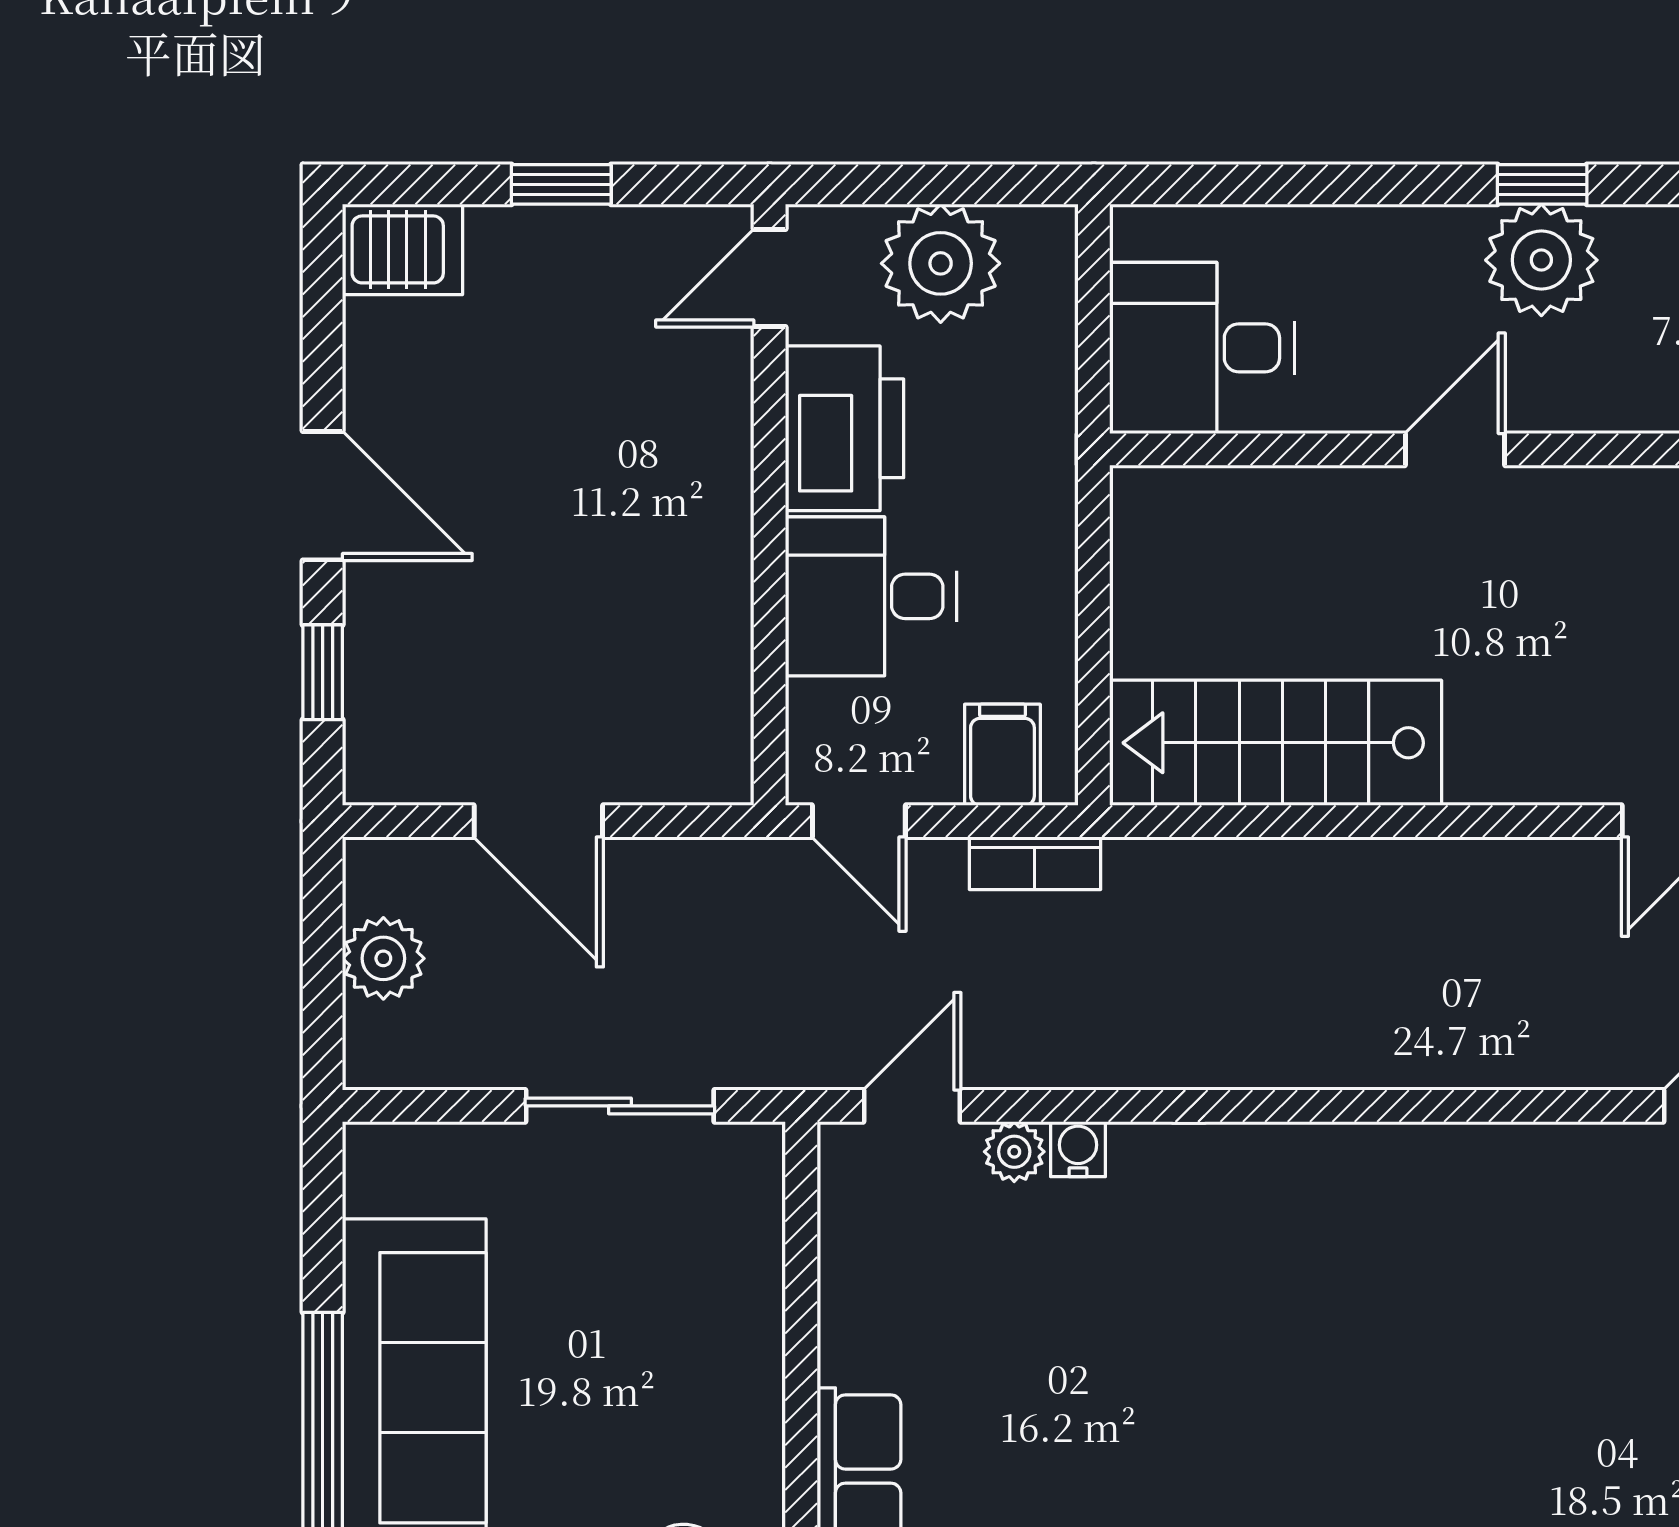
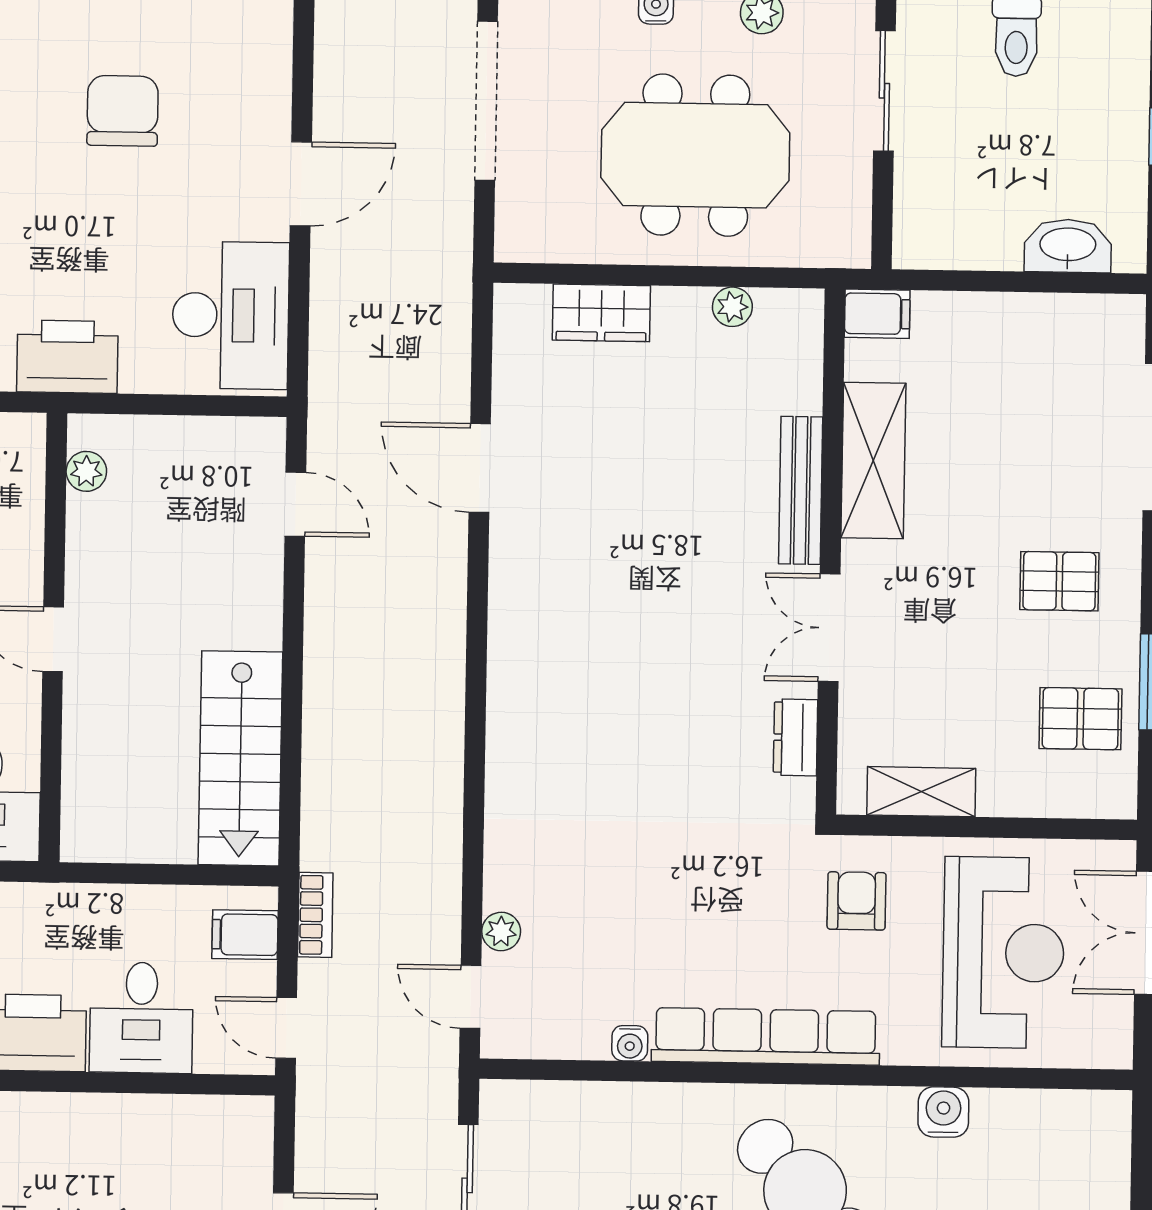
door: (859, 821) -> (286, 1028), swing flipped
water cooler: (1078, 1149) -> (630, 1043), moved, turned -90

